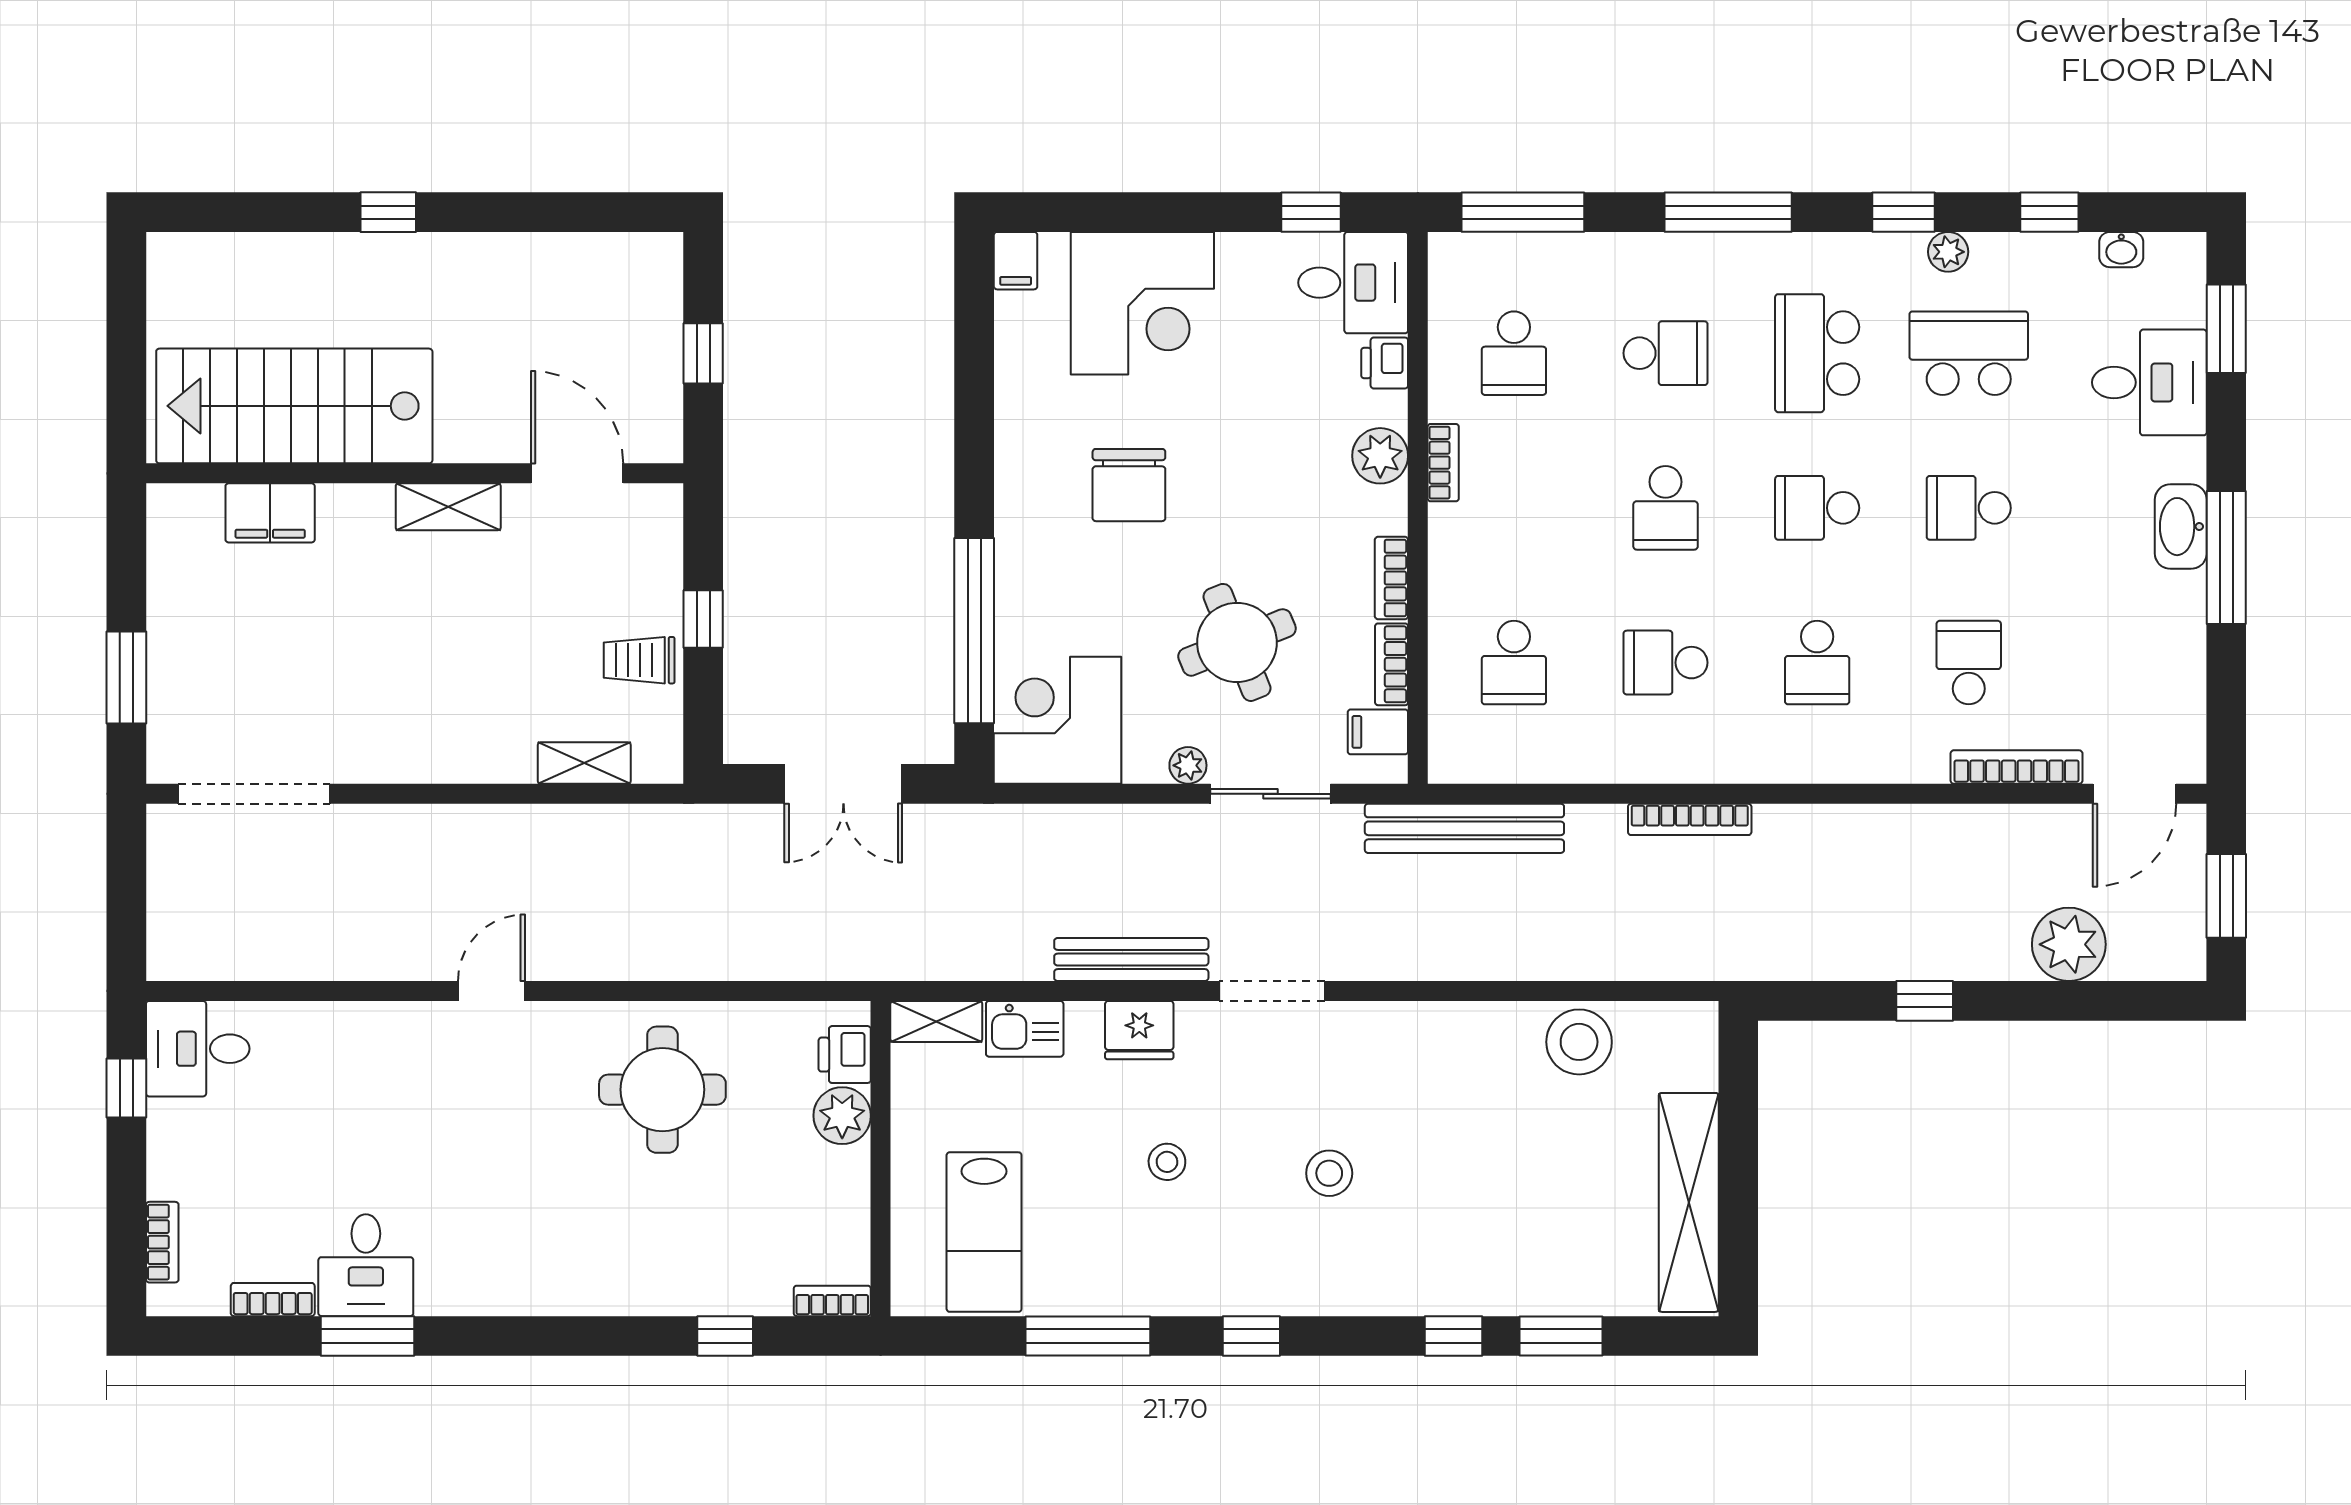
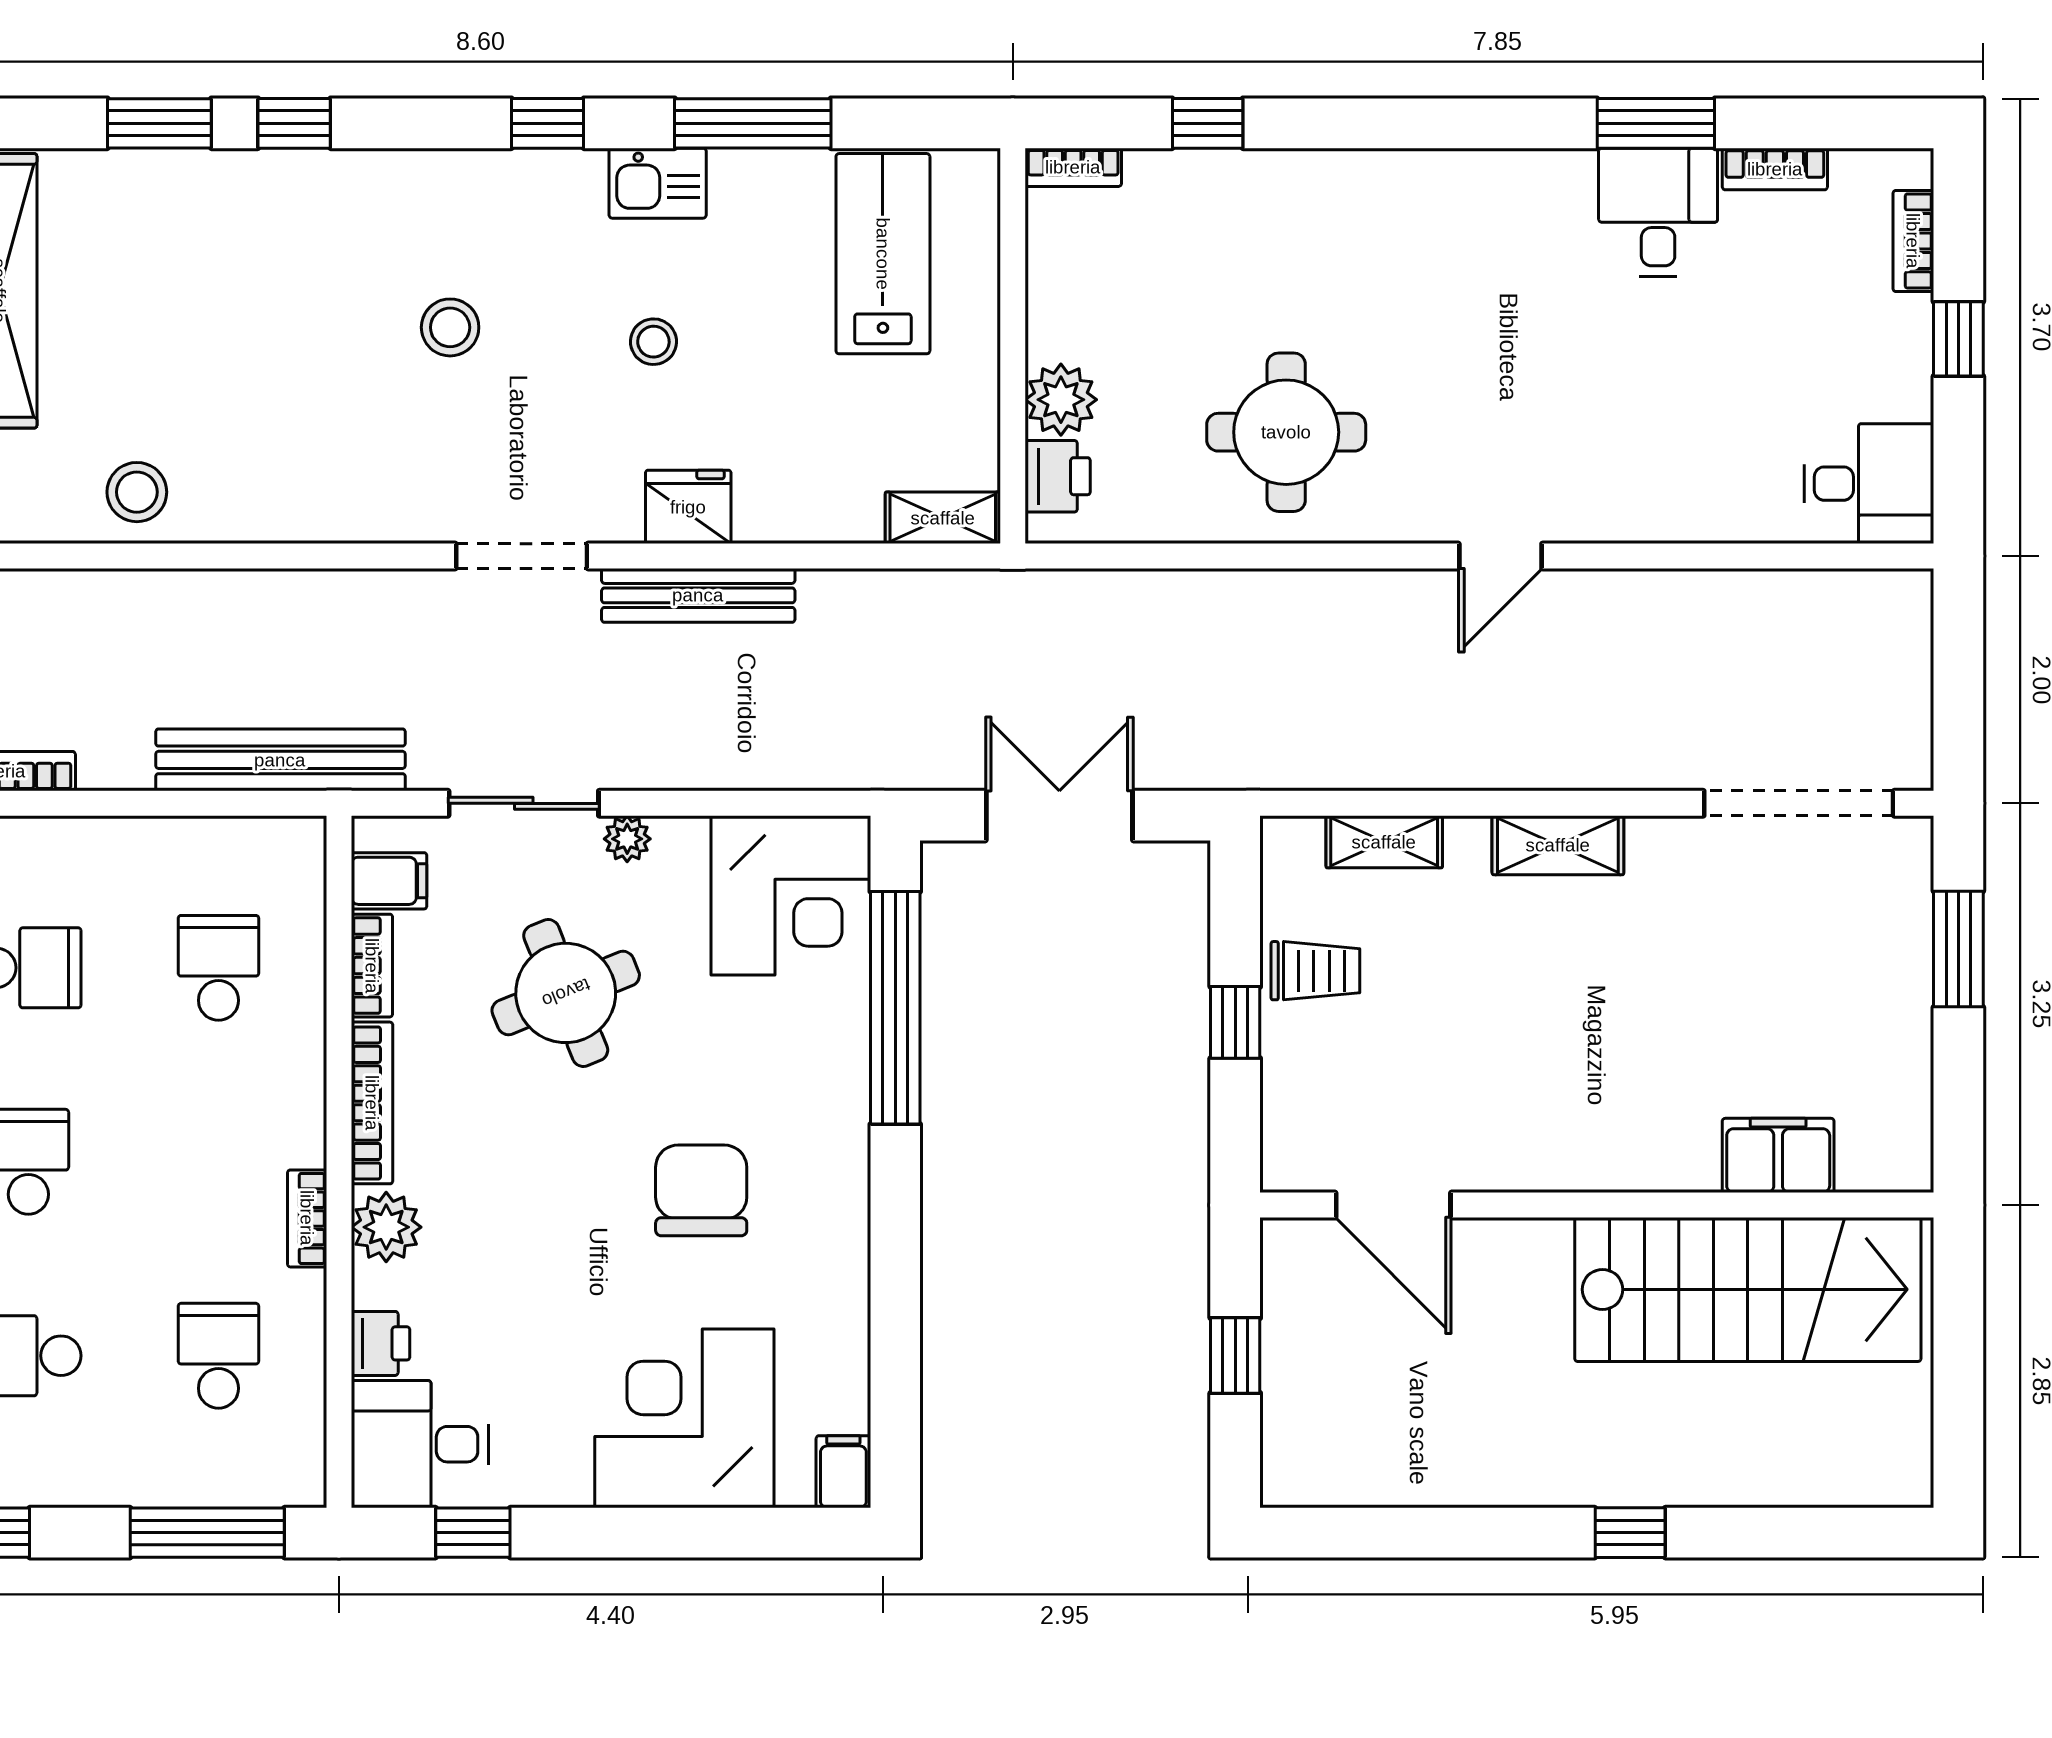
shelving: (448, 507) -> (1558, 845), moved
bookcase: (1391, 578) -> (372, 1103), width x1.56
kitchen sink: (1025, 1029) -> (658, 183), moved, turned 180
stool: (1579, 1042) -> (137, 492), width x0.73, depth x0.73
window: (126, 1088) -> (1958, 339), moved

